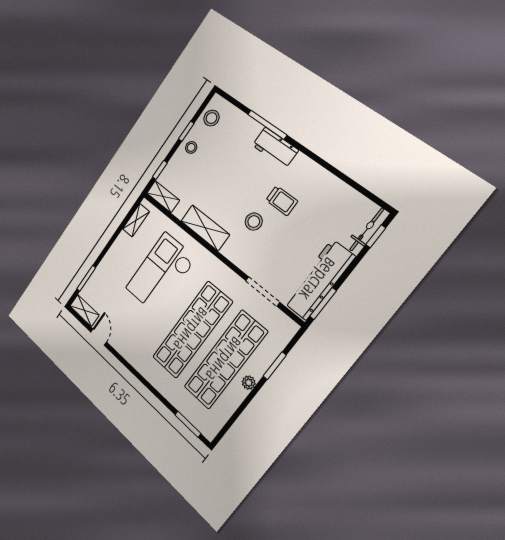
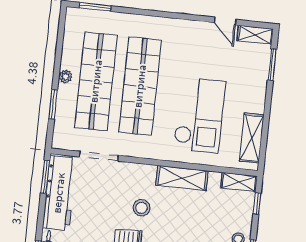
shelving: (136, 220) -> (252, 138), width x1.50, depth x1.33

